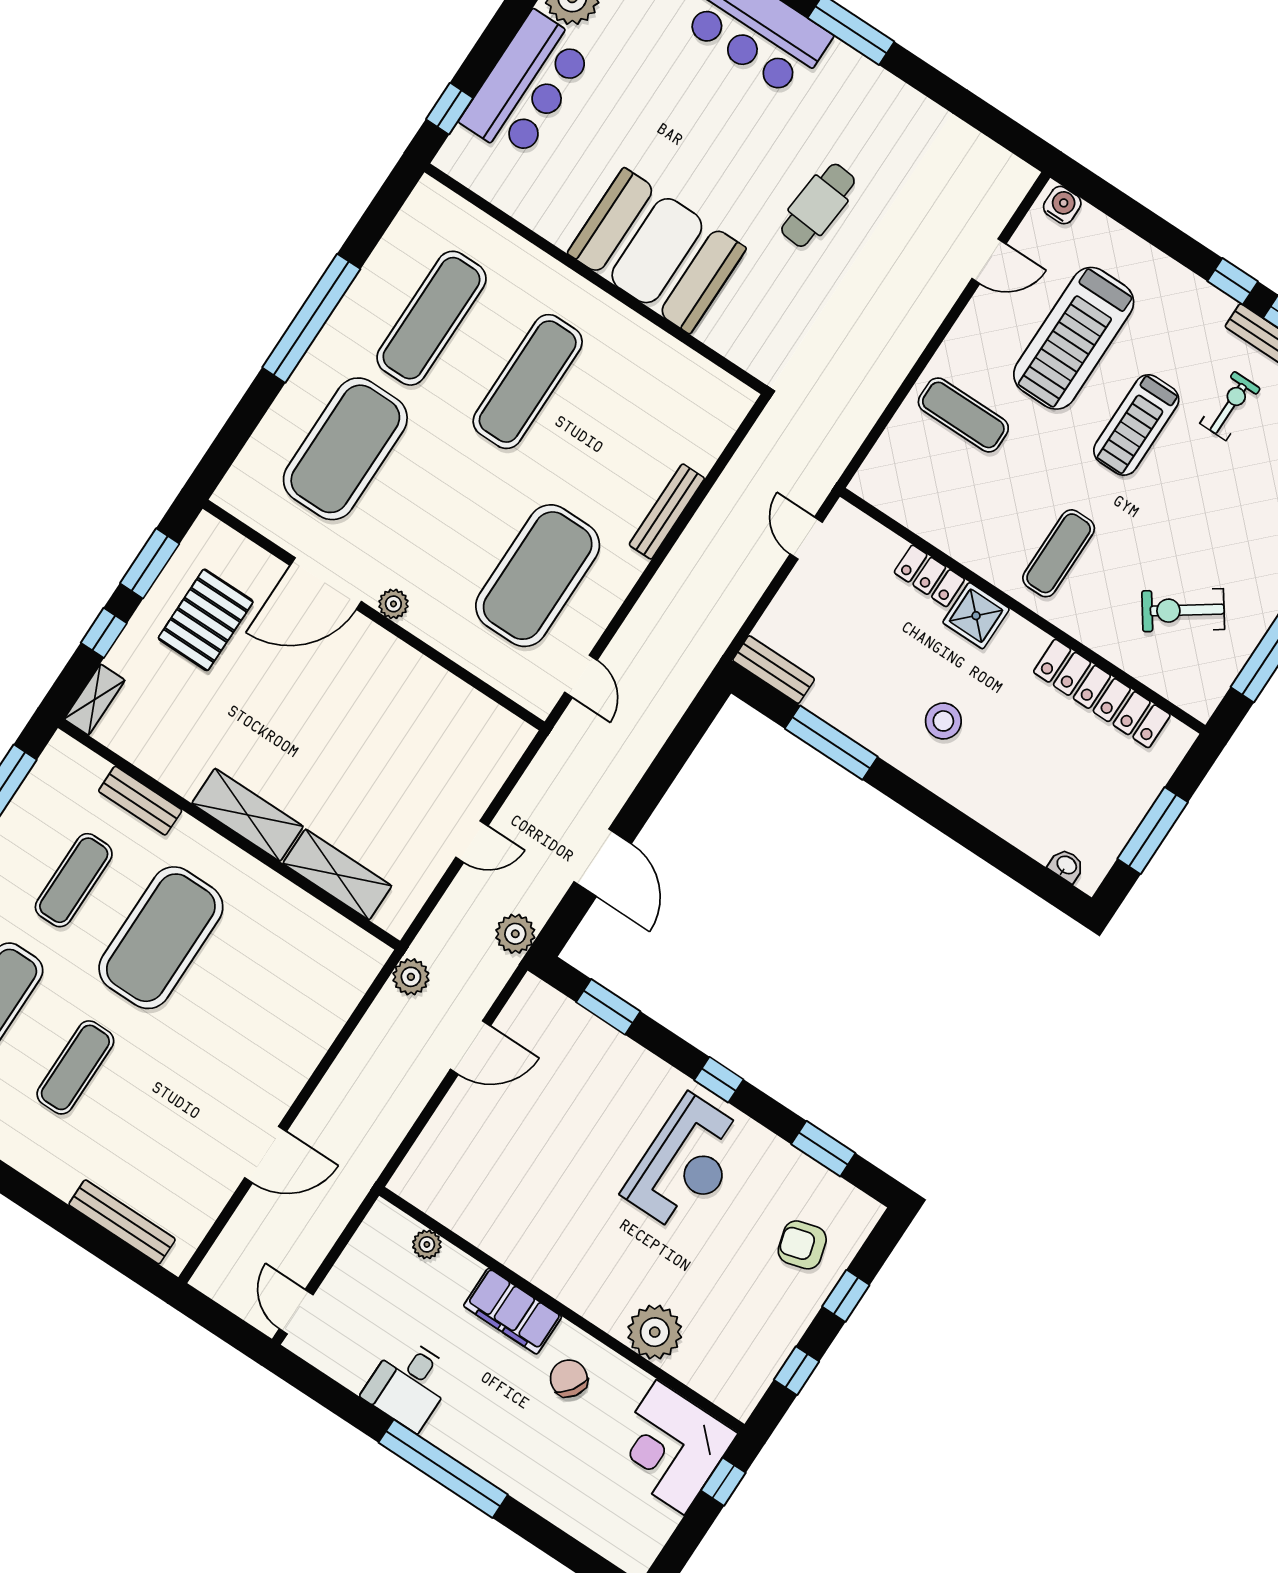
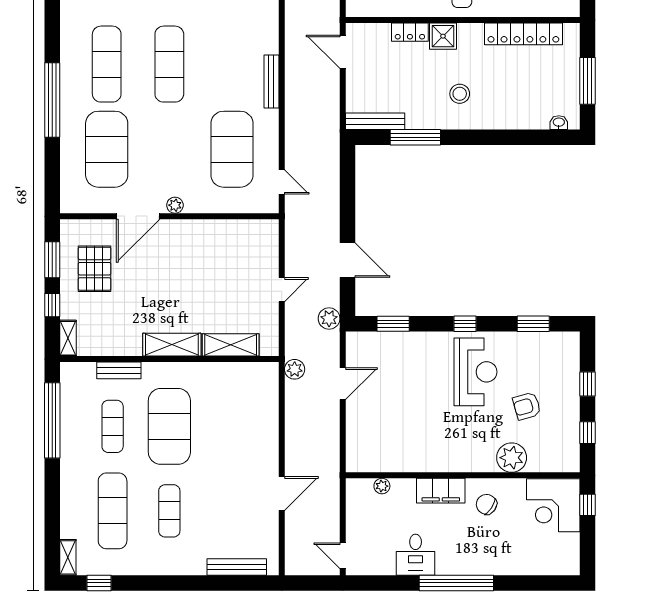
door: (806, 538) -> (343, 52), width x1.38
bench: (774, 670) -> (375, 121), width x1.36
armchair: (802, 1245) -> (527, 406), moved

